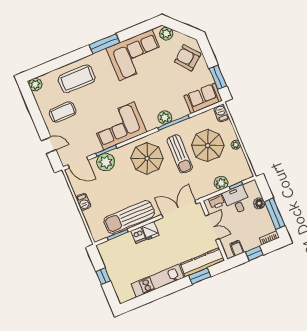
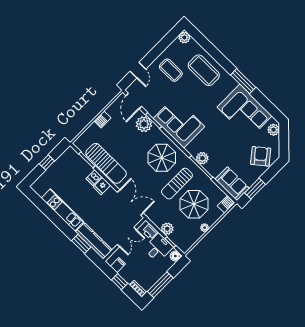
floor lamp: (259, 203) -> (175, 256), moved
sun lounger: (129, 217) -> (106, 163), turned 180

